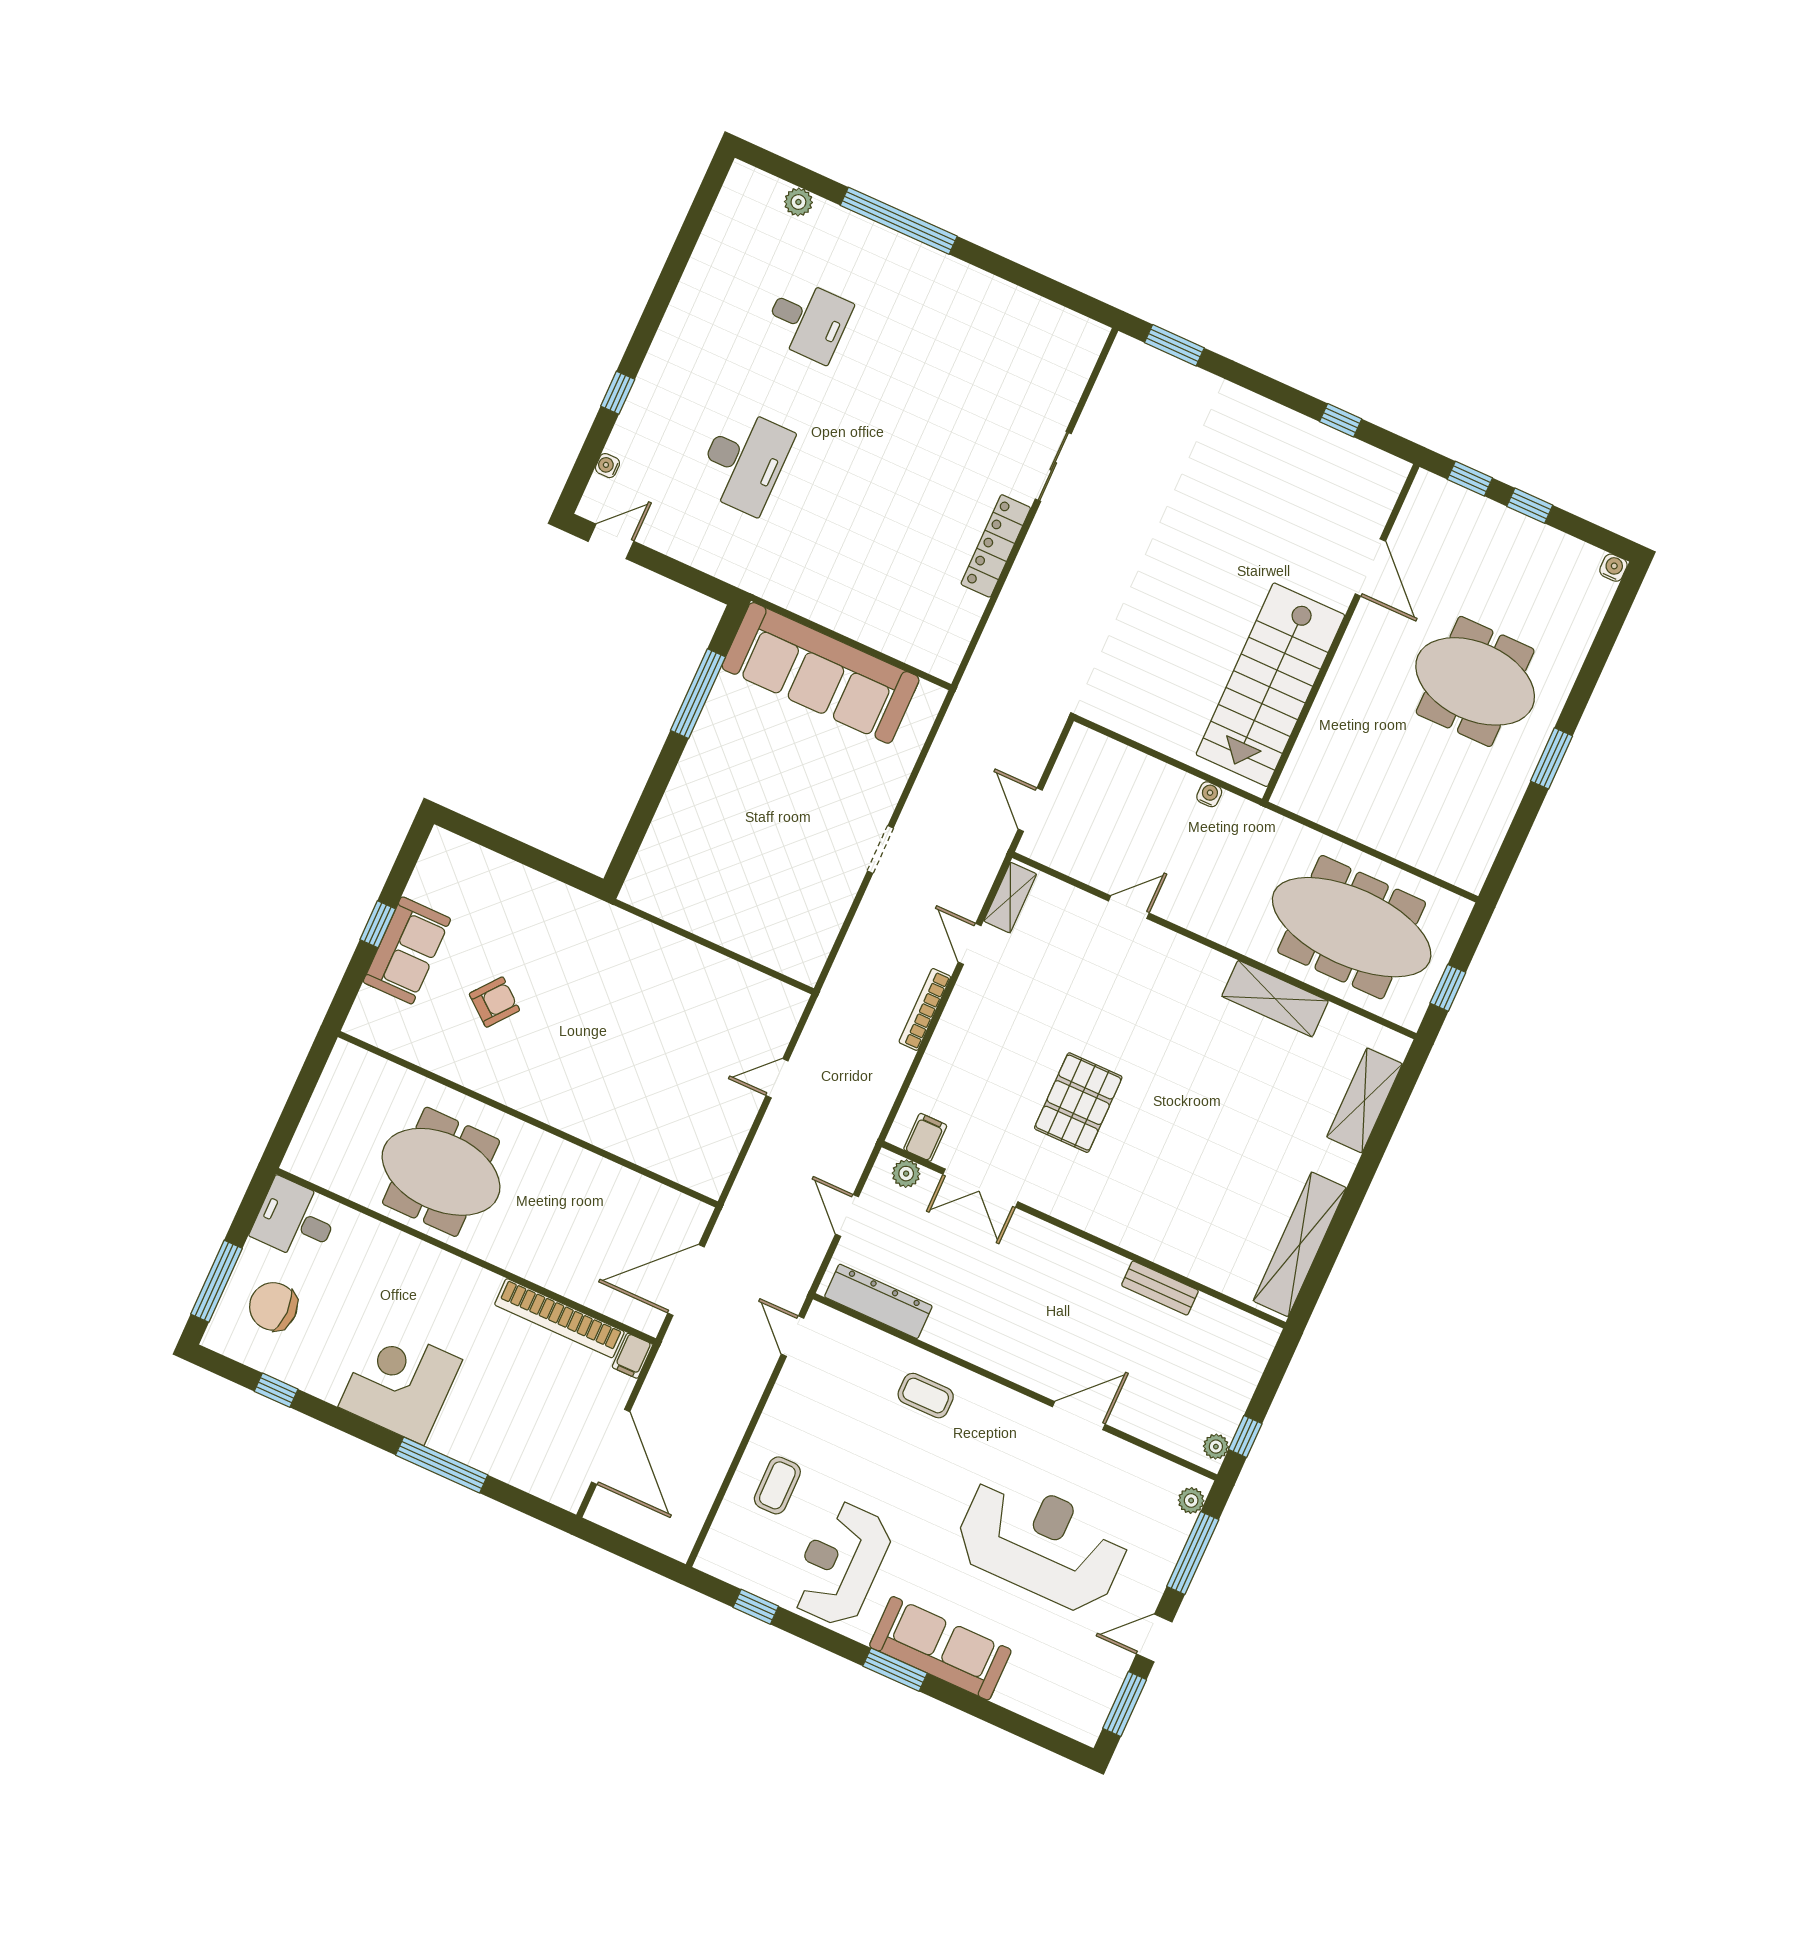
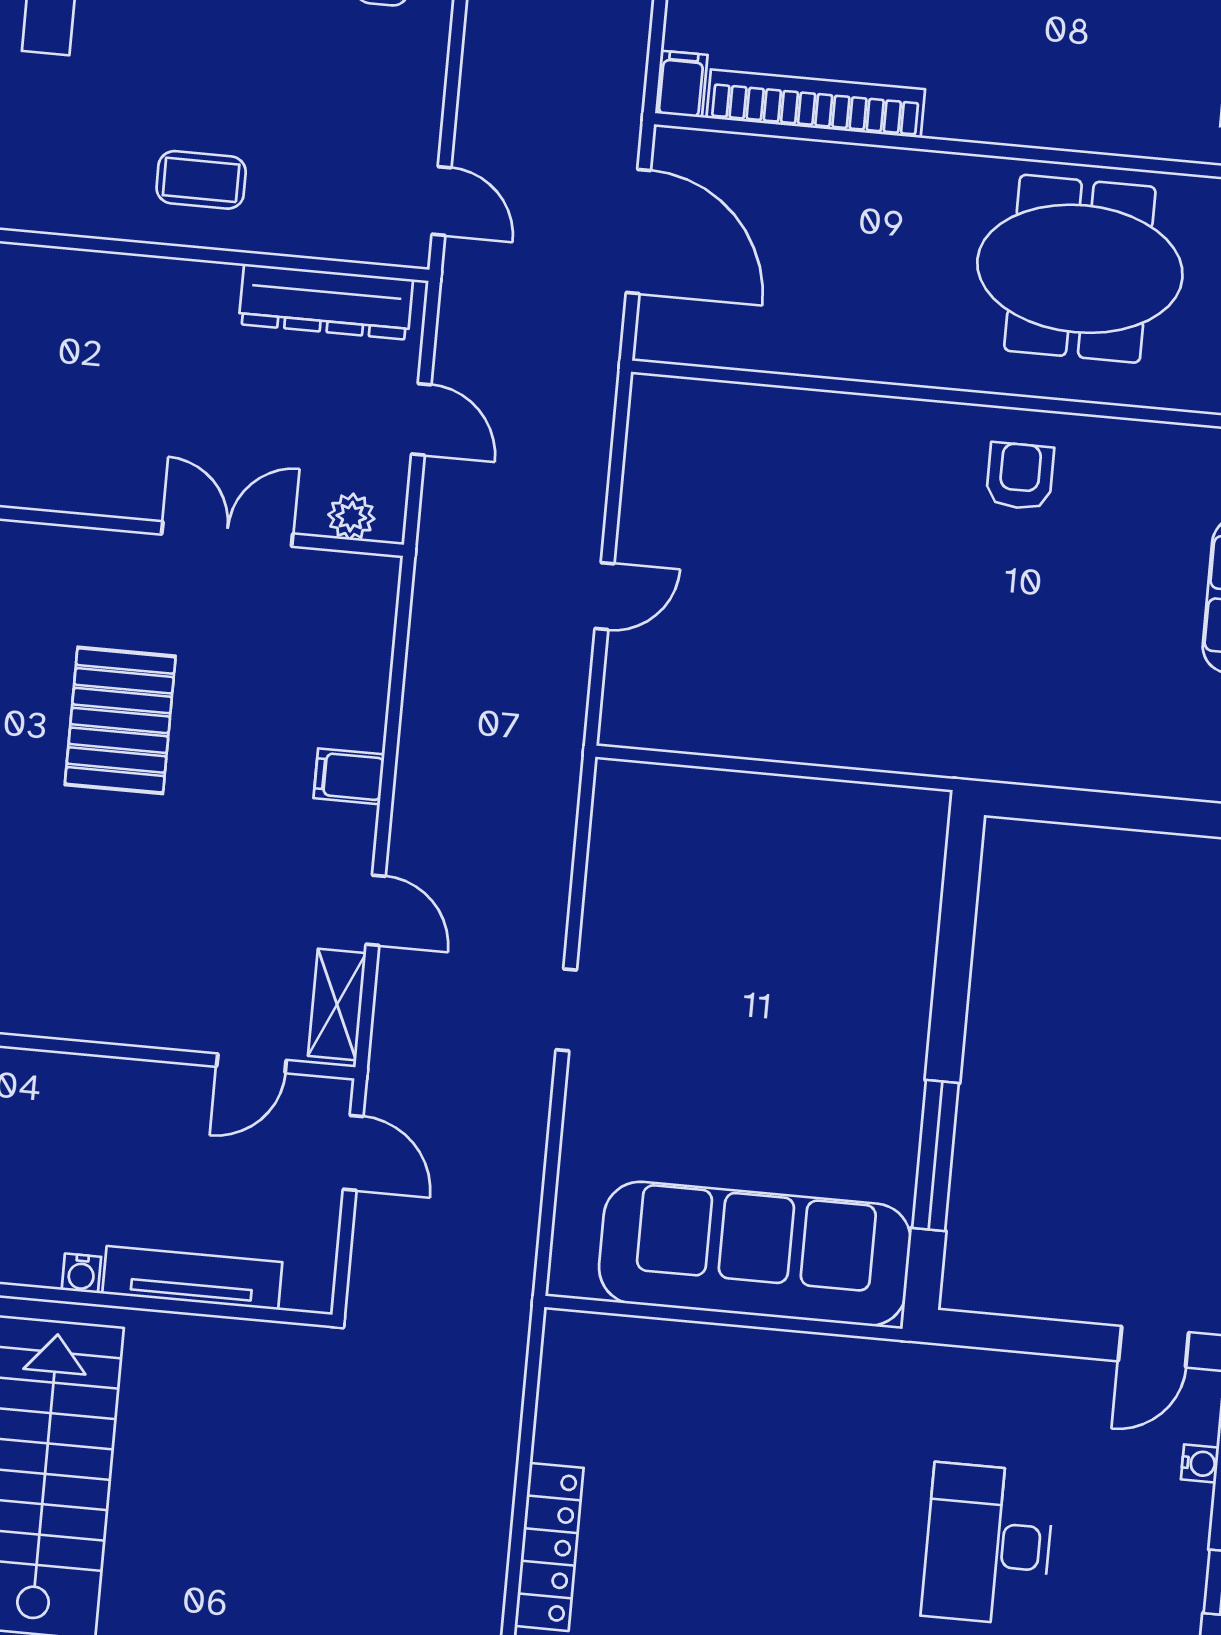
tv unit: (1147, 770) -> (192, 1278), added
door: (1129, 907) -> (251, 1063), moved
armchair: (494, 1002) -> (1020, 476), moved, turned 141
bookcase: (925, 1009) -> (410, 783), removed
filing cabinet: (925, 1137) -> (349, 776), moved, turned 90
door: (686, 1280) -> (638, 232), hinge flipped

